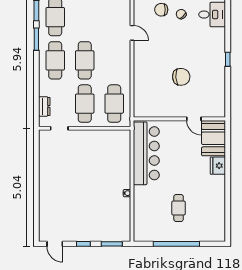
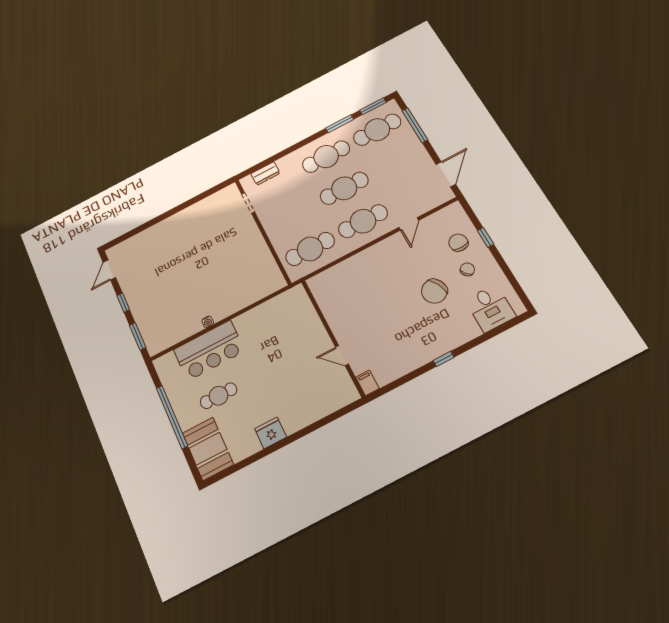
chair: (181, 77) -> (434, 291), moved, turned 67
cafe table: (85, 104) -> (363, 221), moved
filing cabinet: (218, 112) -> (367, 383), added
door: (194, 119) -> (342, 356), hinge flipped
booth: (214, 138) -> (208, 449), moved, turned 90
bar counter: (146, 153) -> (209, 350), moved, width x0.73
fridge: (218, 166) -> (271, 433), moved

